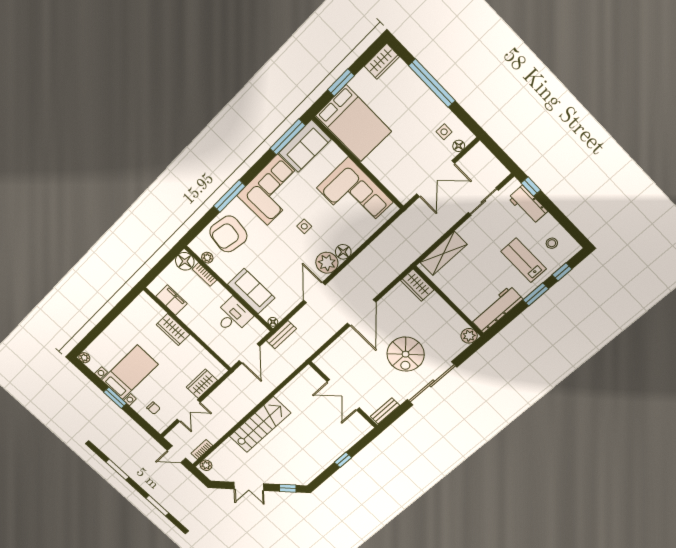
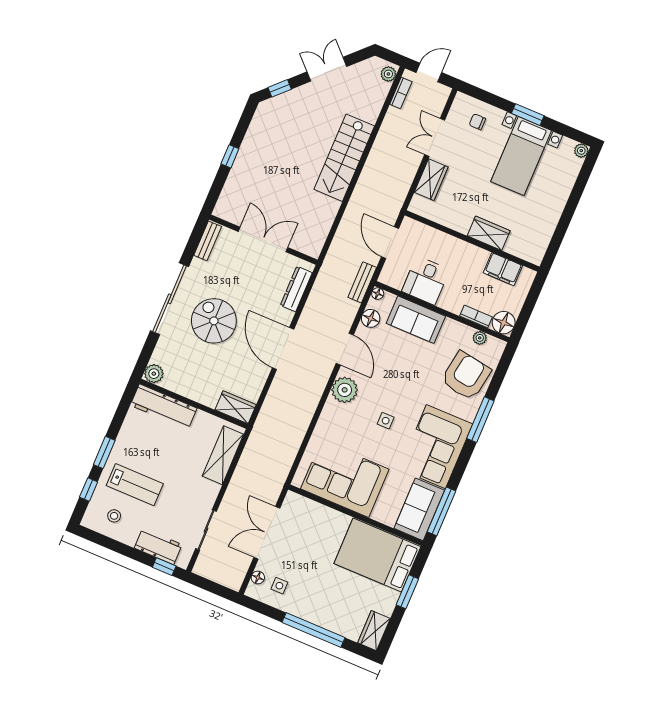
floor lamp: (343, 252) -> (371, 318), moved
workbench: (497, 310) -> (164, 407), moved, turned 90
dresser: (333, 351) -> (296, 289), added

